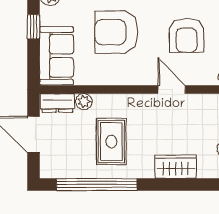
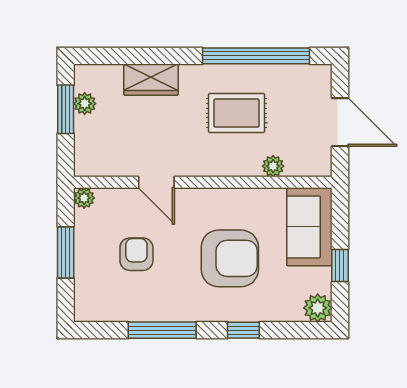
armchair: (187, 35) -> (136, 254), width x0.72, depth x0.72
dresser: (57, 103) -> (308, 164), removed
rug: (111, 142) -> (237, 113), turned 90

